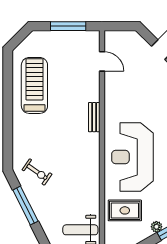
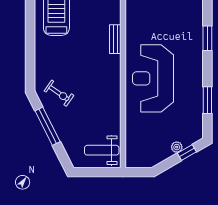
rug: (125, 210) -> (145, 131), removed

